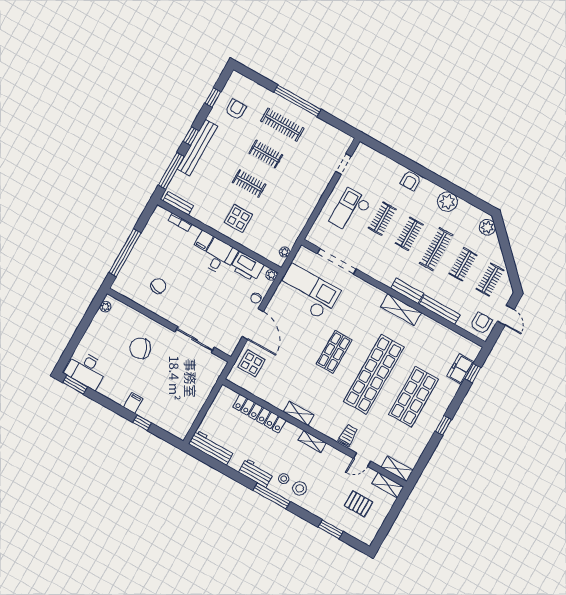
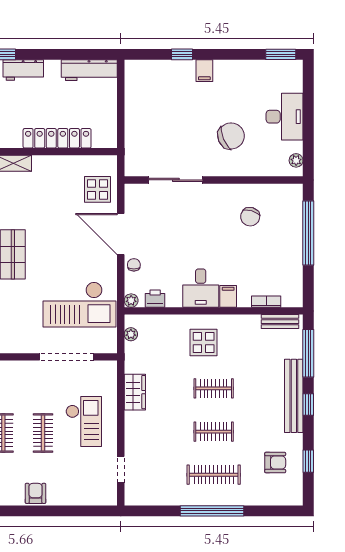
armchair: (236, 109) -> (275, 463), turned -90
wardrobe: (304, 211) -> (135, 392), added
printer: (247, 267) -> (155, 299), width x0.53, depth x0.68
desk: (86, 370) -> (285, 117), moved, turned 90

